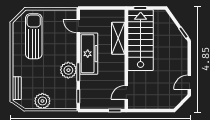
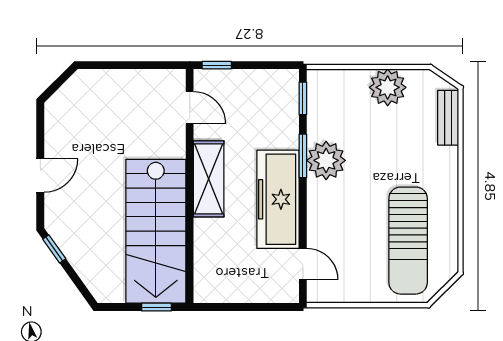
shelving: (118, 38) -> (209, 179), moved
door: (189, 82) -> (40, 175), moved
door: (126, 92) -> (190, 108), hinge flipped

